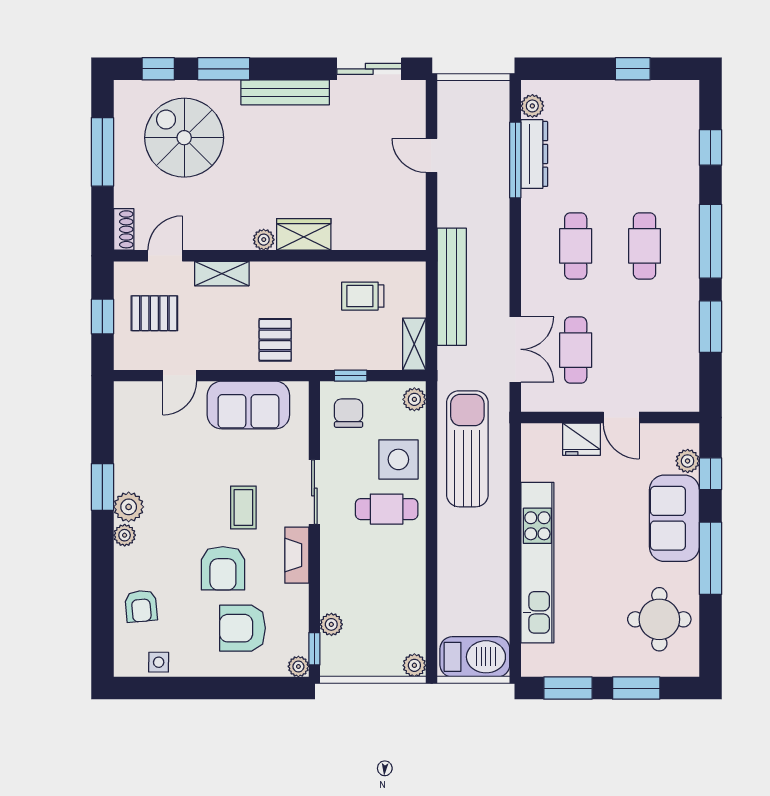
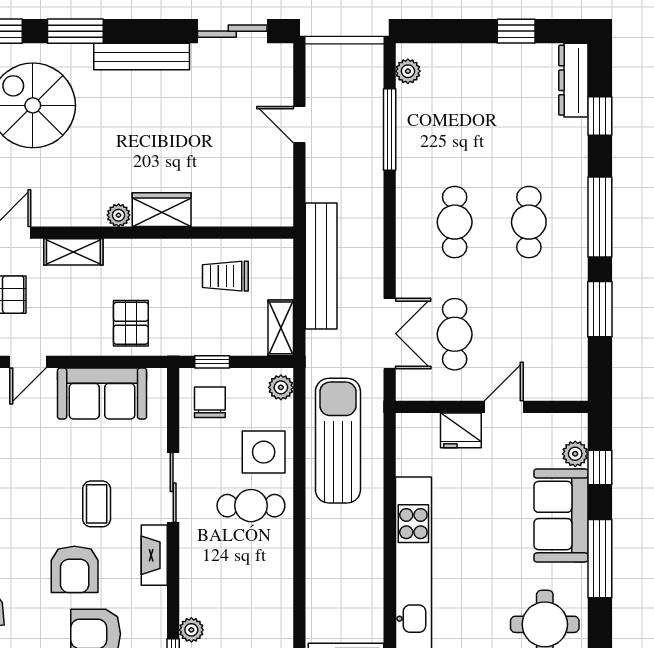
dresser: (534, 154) -> (573, 80), moved, turned 180
door: (621, 418) -> (504, 407), swing flipped

